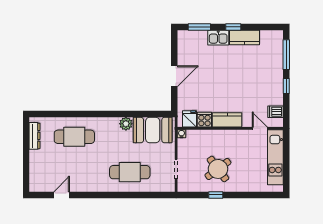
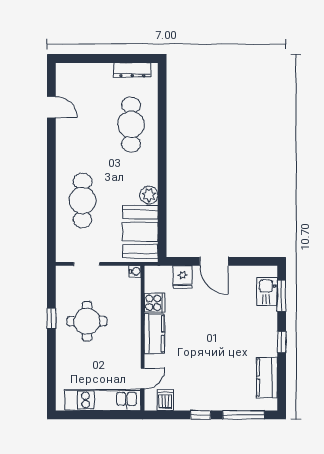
kitchen sink: (218, 38) -> (267, 292), moved
kitchen counter: (245, 38) -> (267, 377), moved
fridge: (189, 119) -> (183, 277), moved, turned 90
round table: (218, 169) -> (87, 321), turned 37

